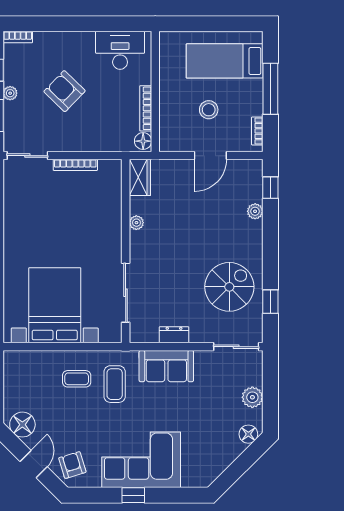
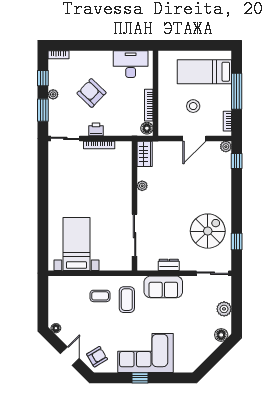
printer: (71, 143) -> (96, 129), added
plant: (255, 211) -> (226, 147), moved
bed with nightstands: (55, 305) -> (76, 244), width x0.73
floor lamp: (22, 425) -> (56, 328), width x0.53, depth x0.53
armchair: (72, 465) -> (97, 357), turned 76

